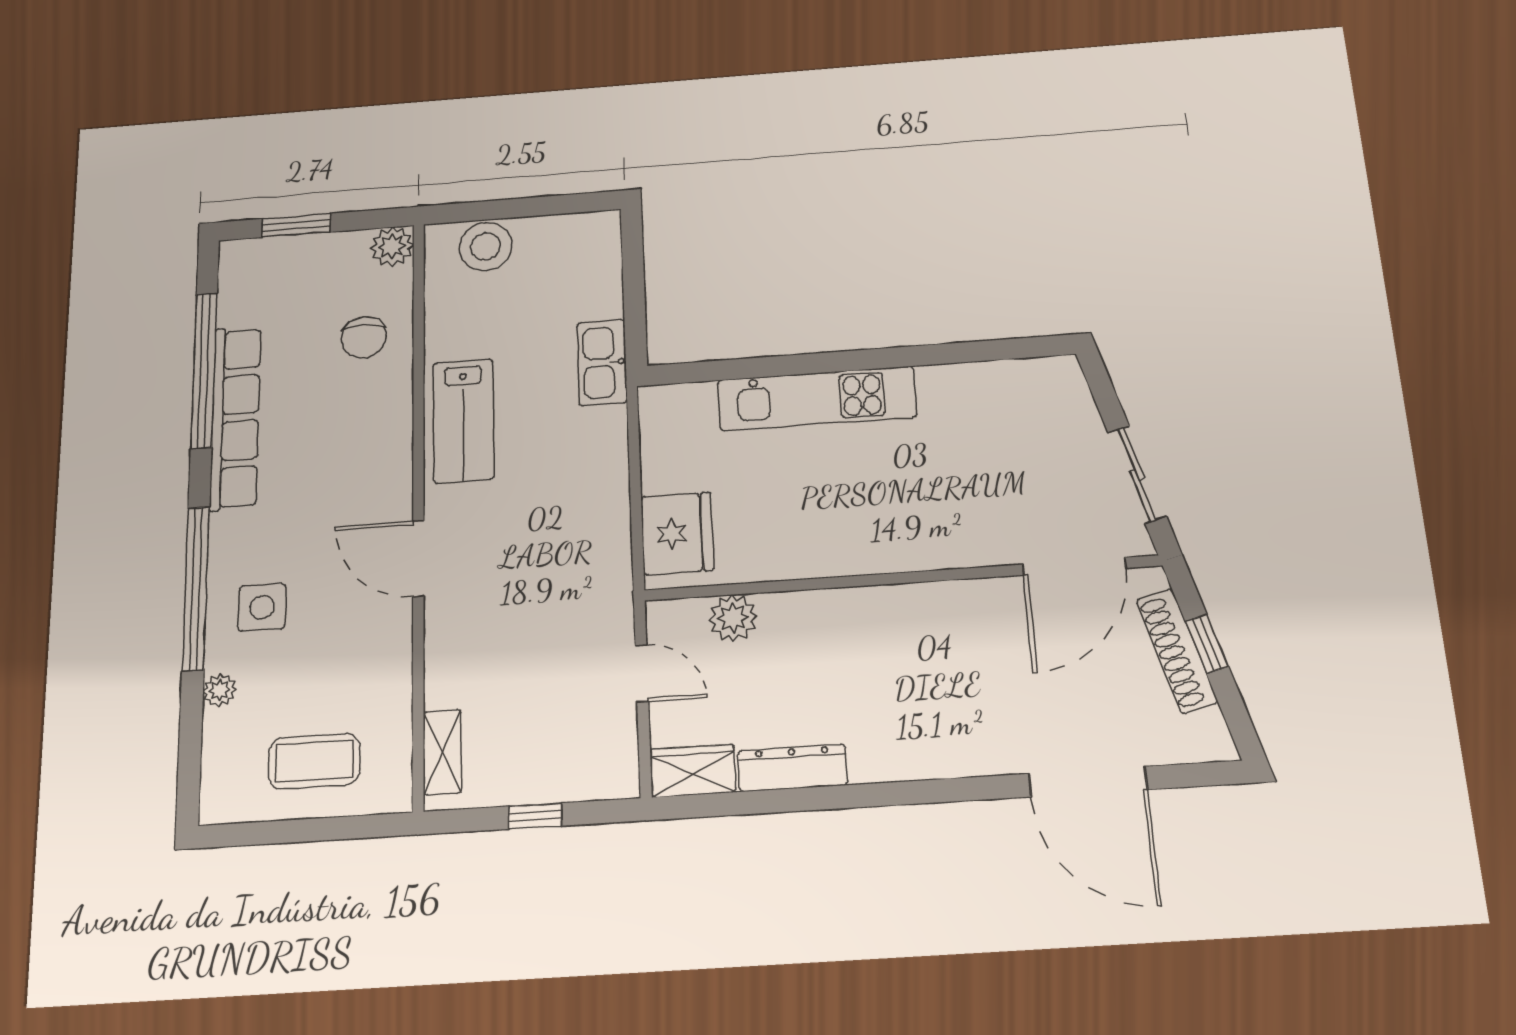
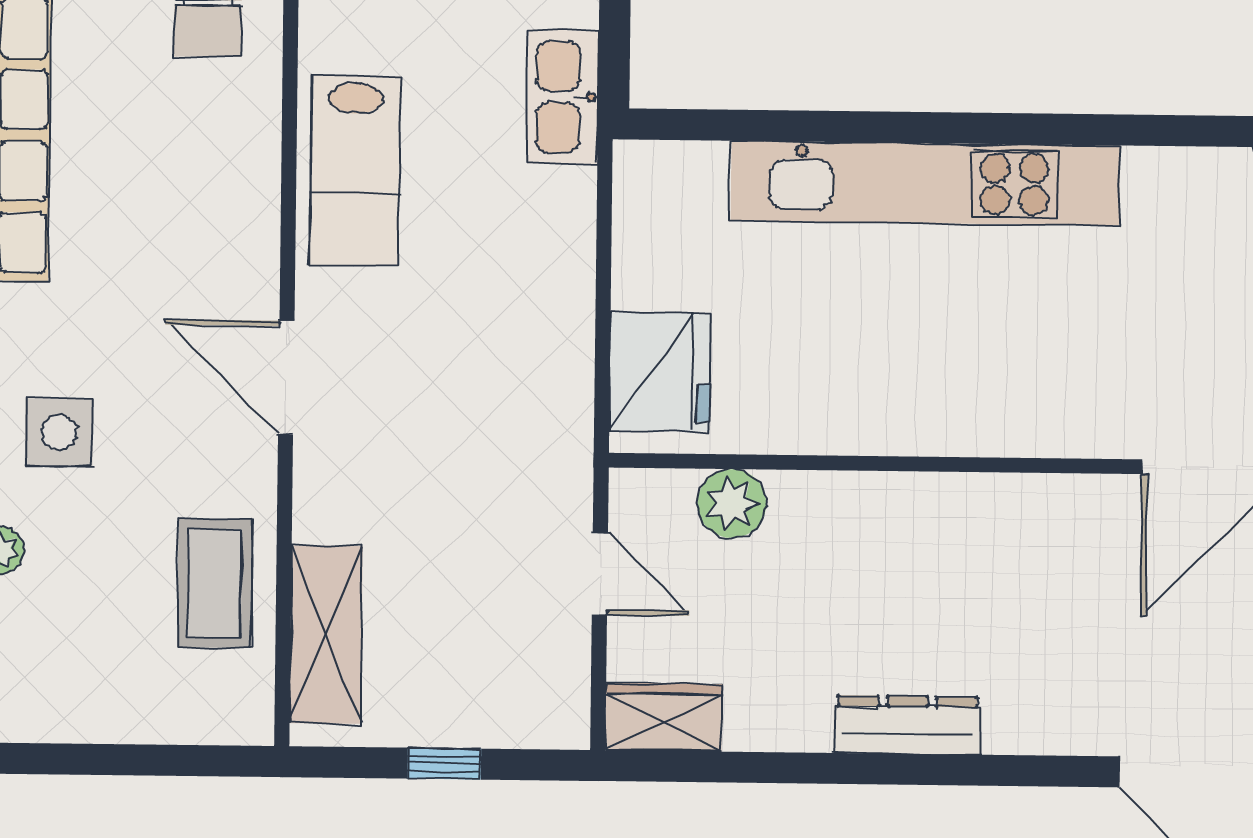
kitchen unit: (817, 399) -> (925, 183), width x1.36
shelving: (442, 752) -> (326, 635), width x1.50, depth x1.33
coffee table: (314, 761) -> (215, 583), moved, turned 90
dresser: (792, 768) -> (907, 725), moved

